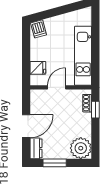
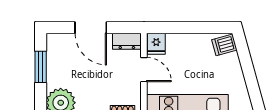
fridge: (38, 68) -> (156, 44), moved
dresser: (36, 148) -> (127, 41), moved

